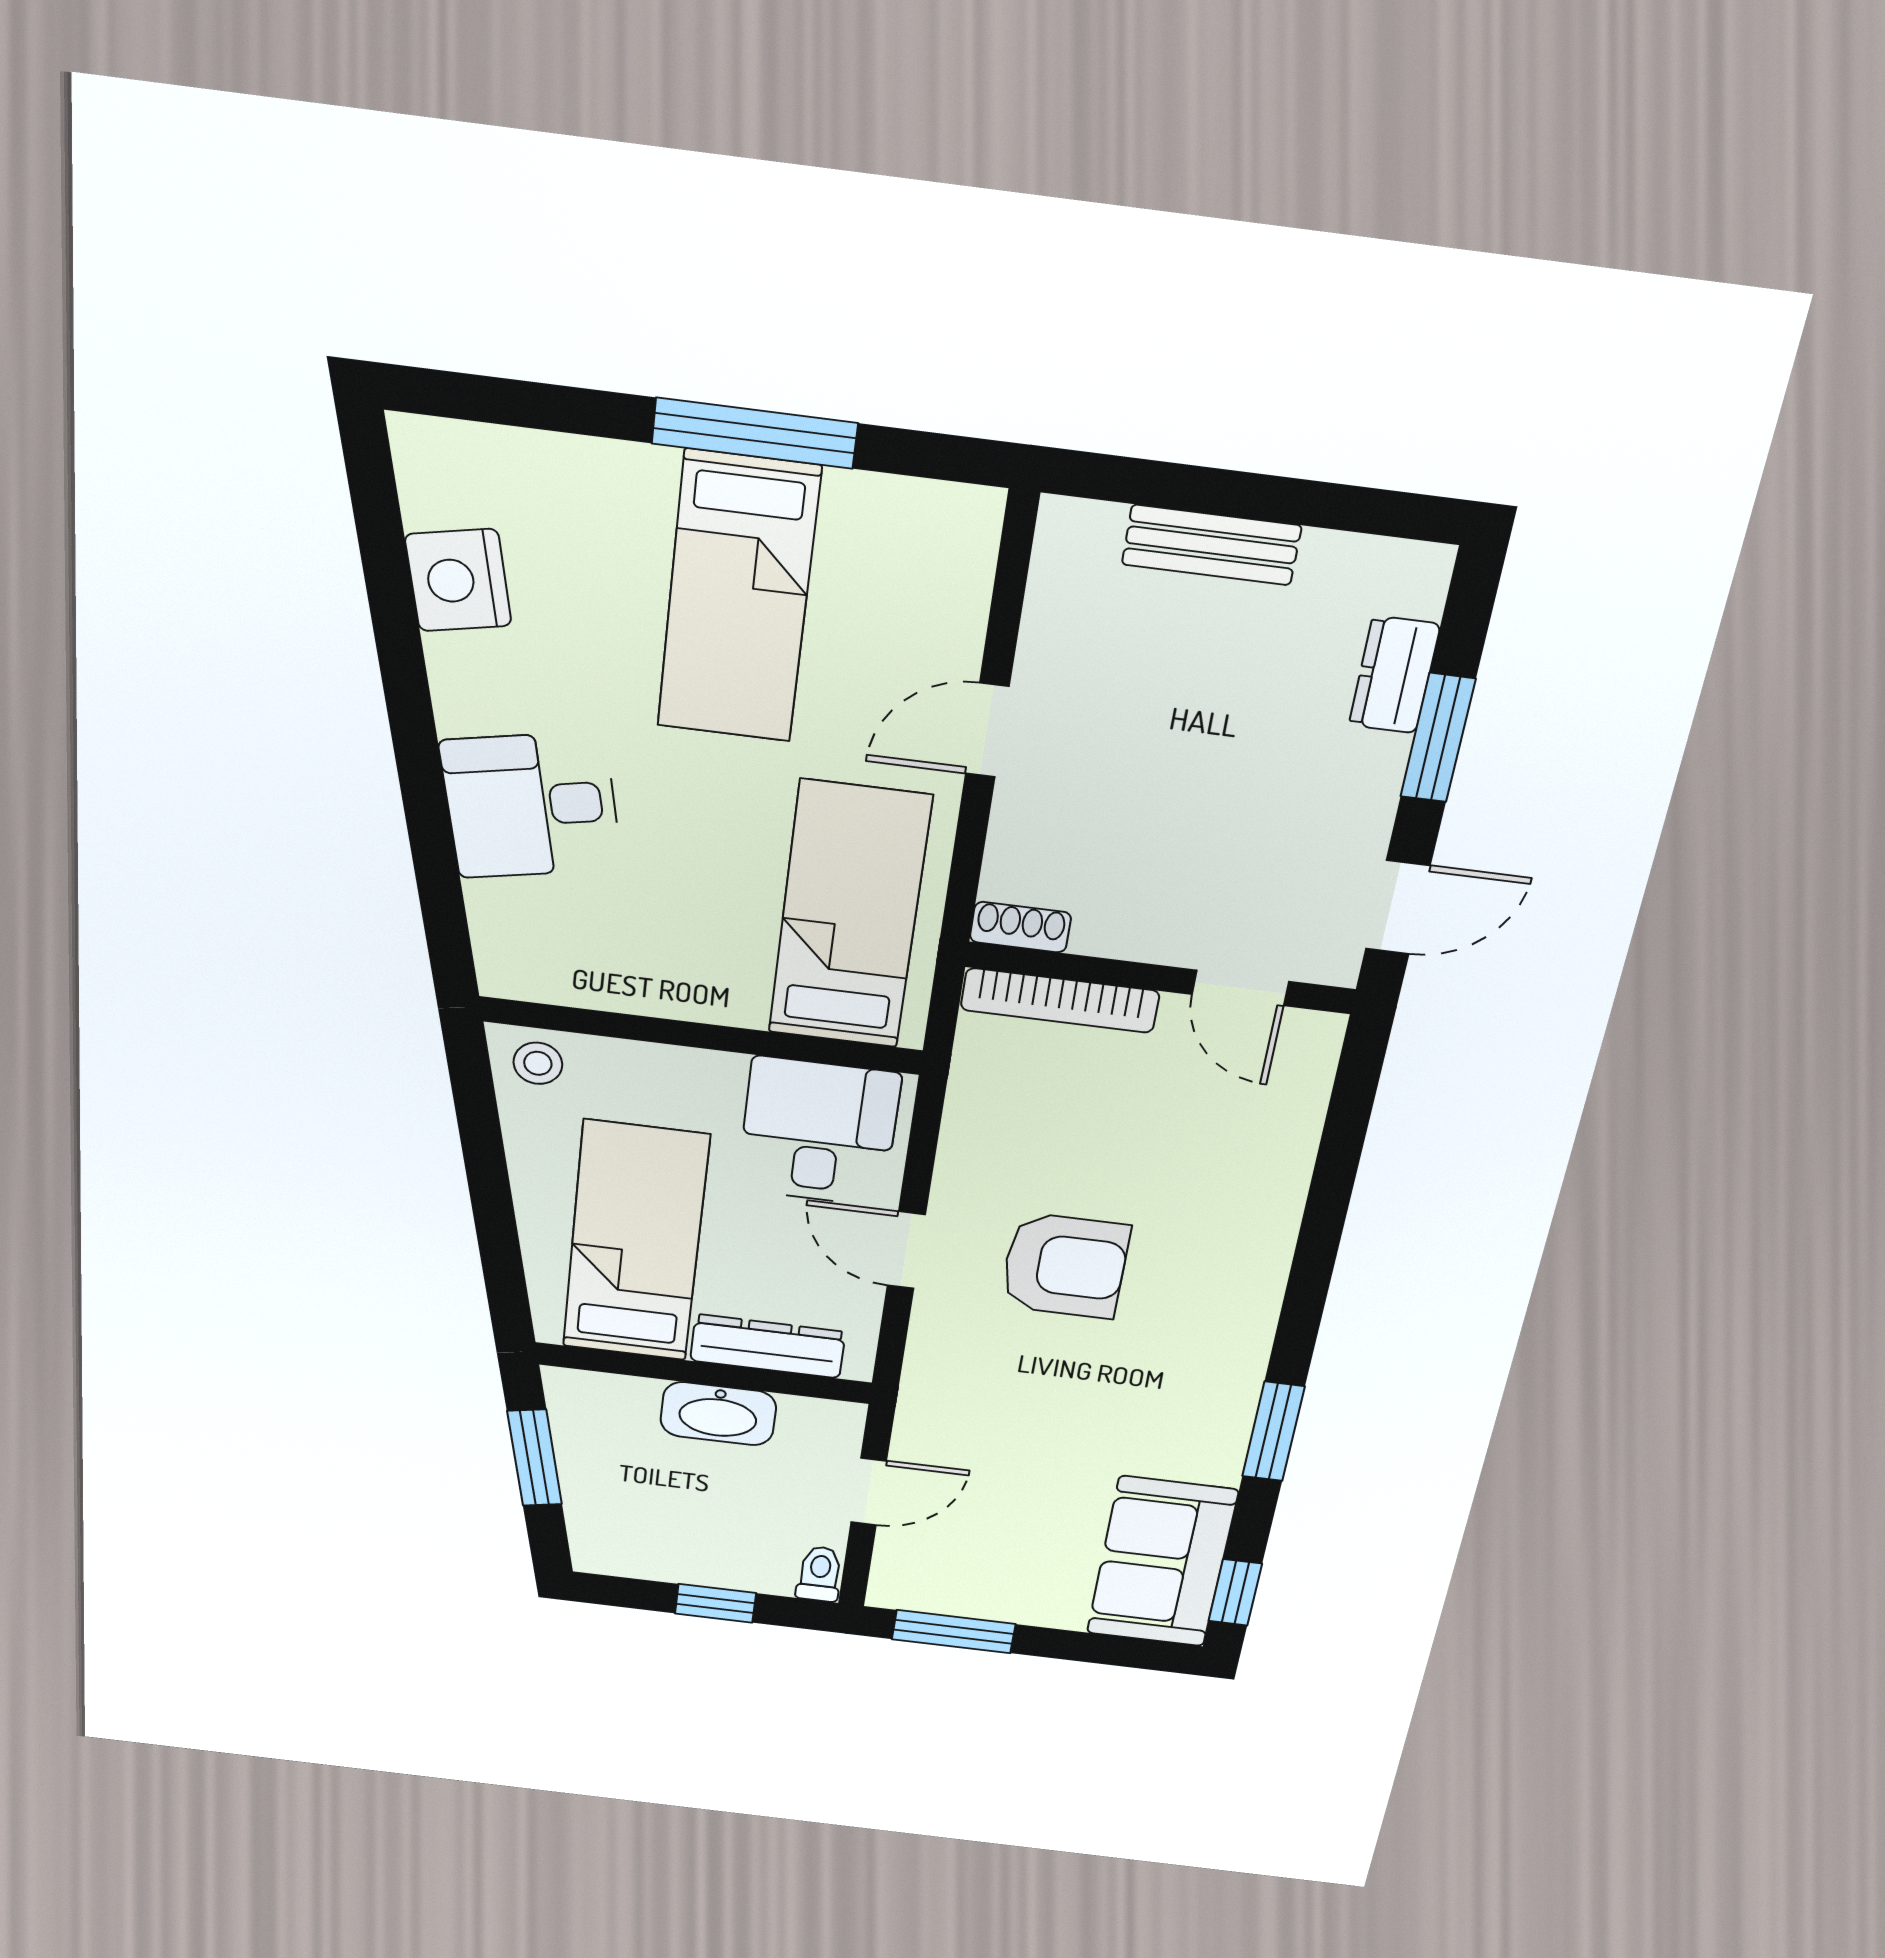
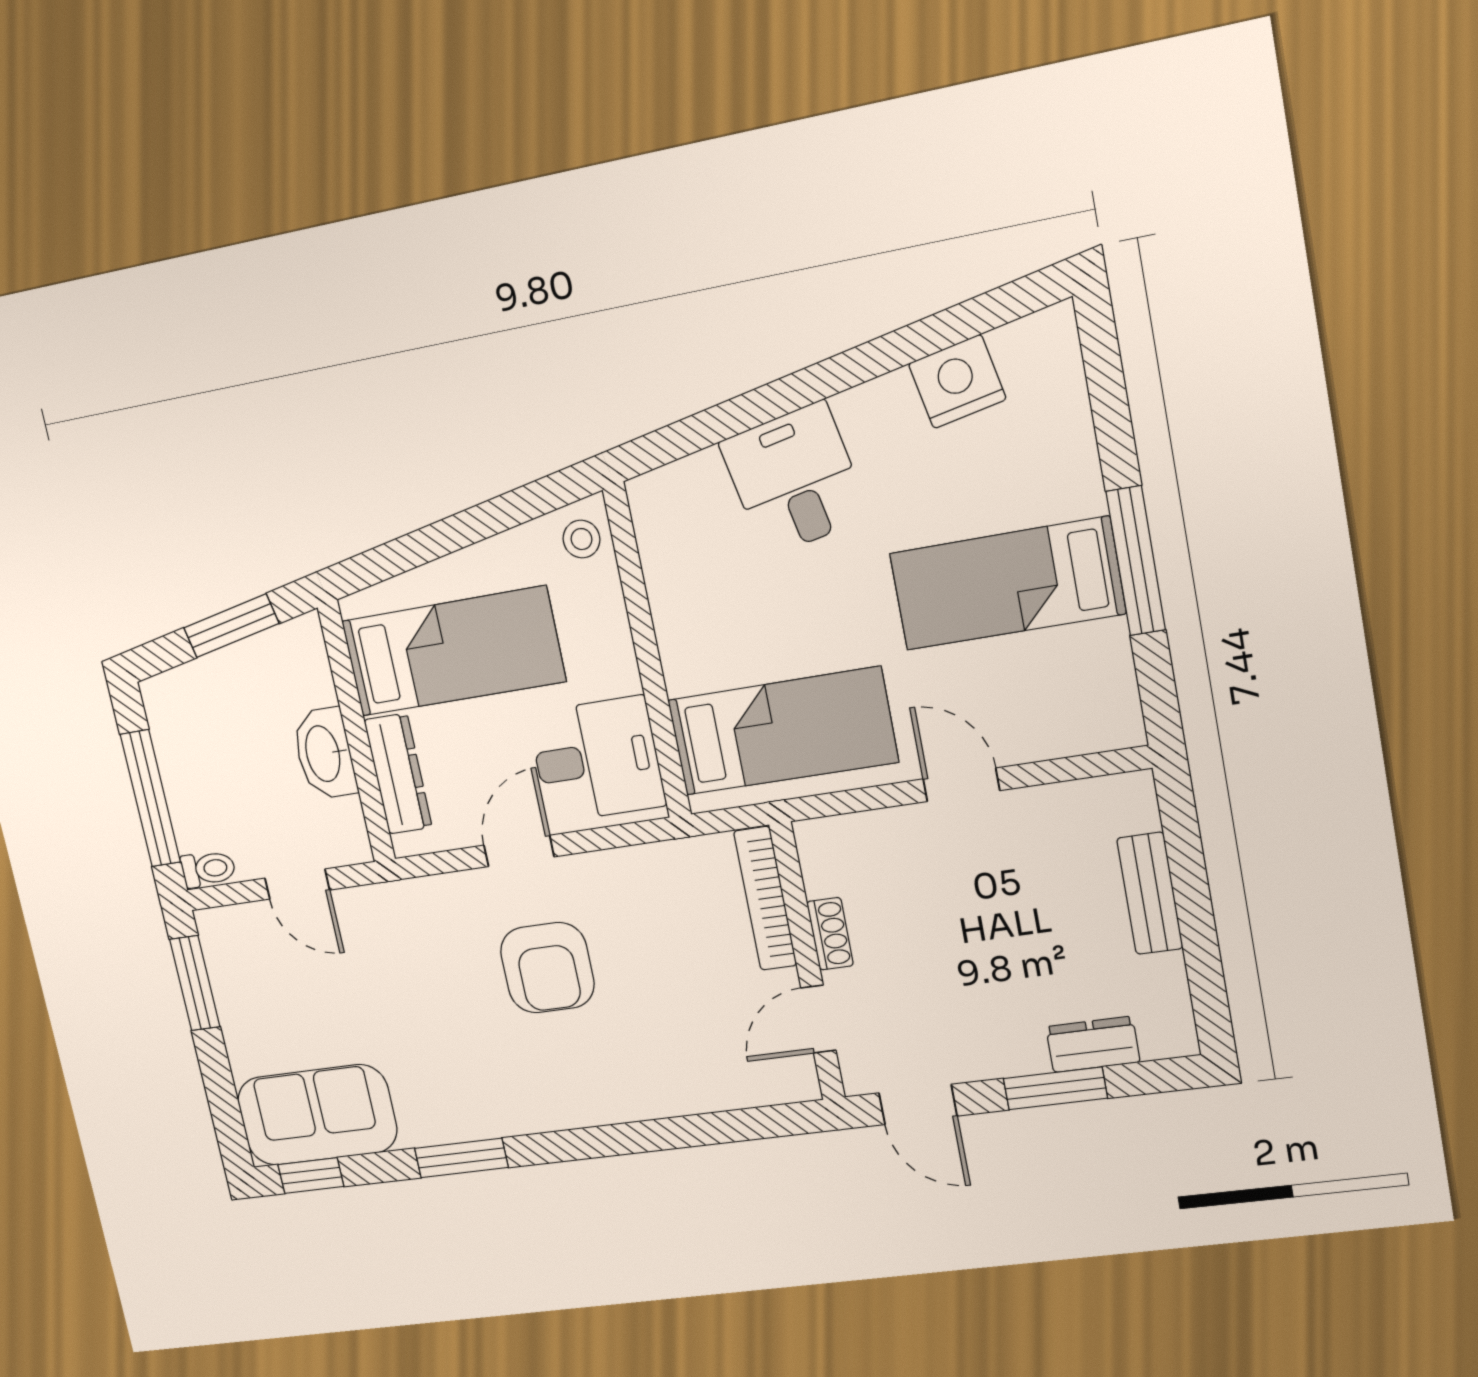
shoe rack: (1020, 927) -> (830, 934), moved
window: (715, 1603) -> (150, 798), width x2.17

